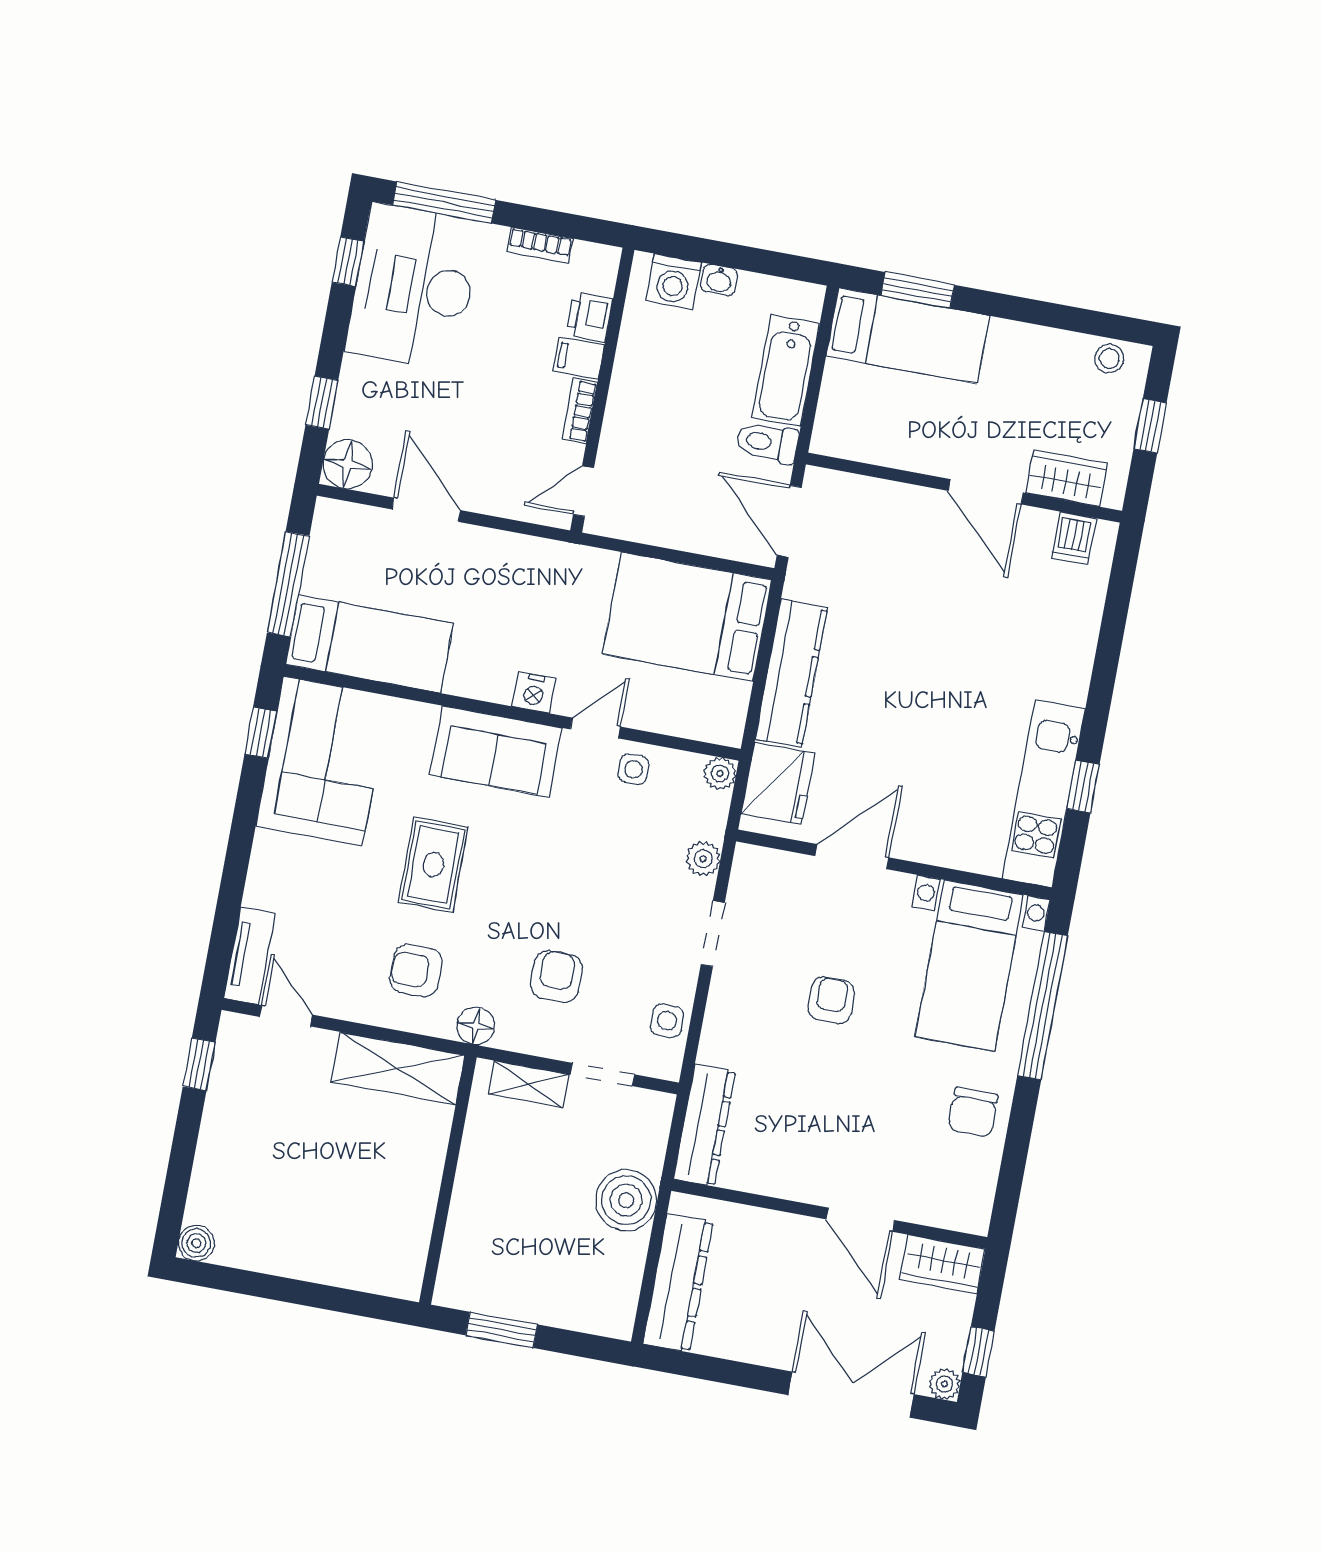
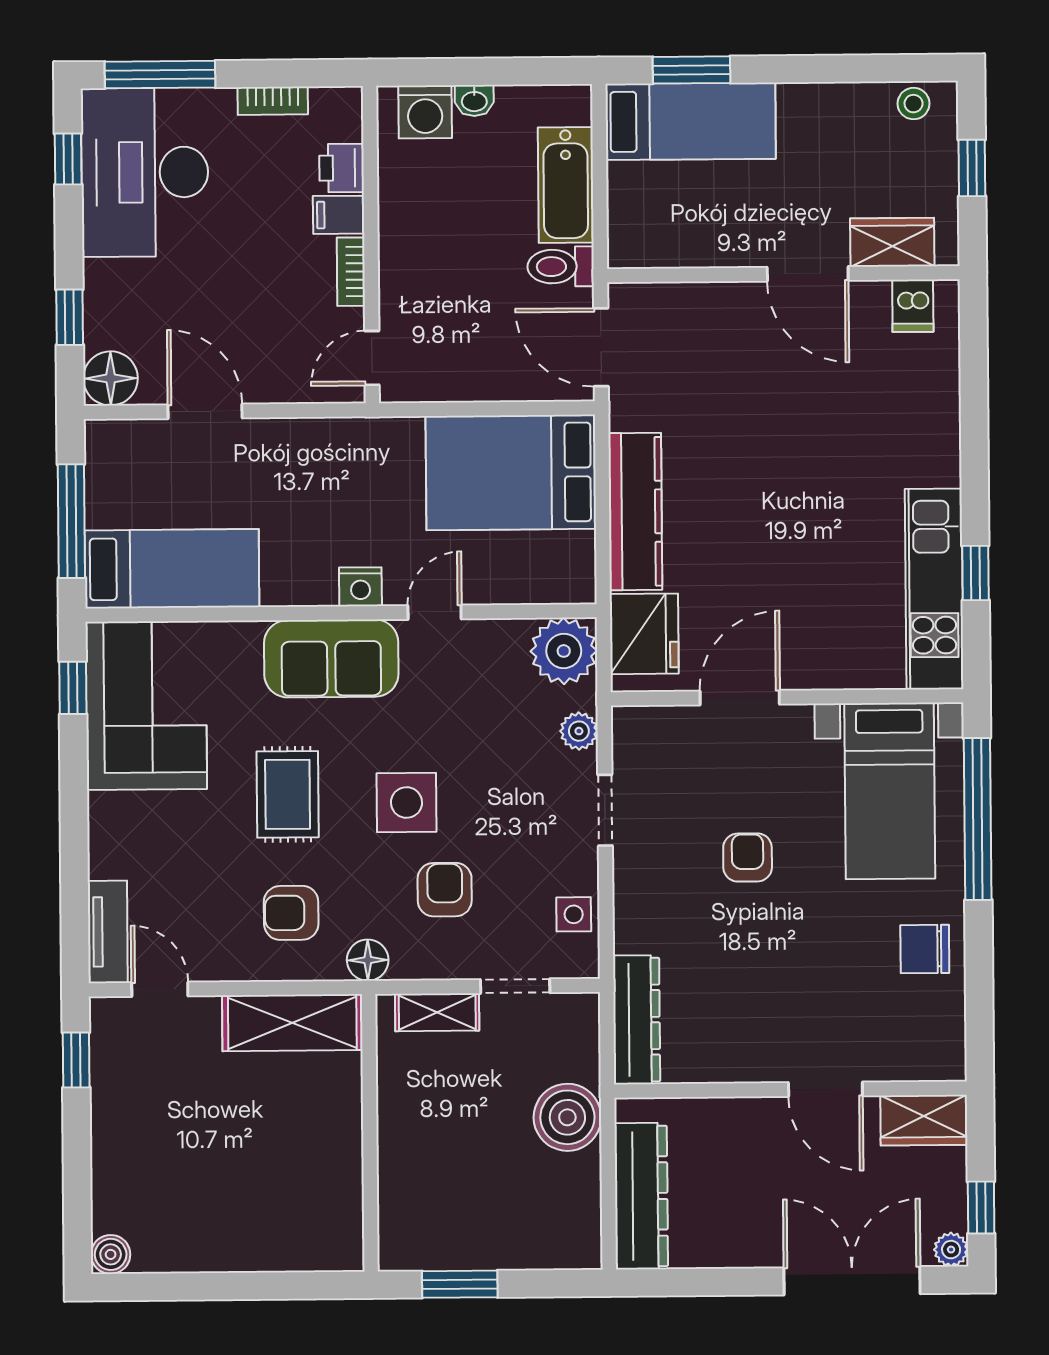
side table: (634, 769) -> (407, 803), moved, width x1.87, depth x1.87
plant: (720, 774) -> (564, 651), width x1.88, depth x1.88
chair: (973, 1112) -> (925, 949), turned 90

